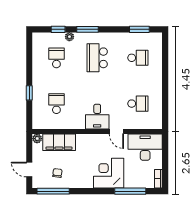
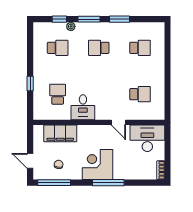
window: (139, 29) -> (119, 19), moved
school desk: (56, 58) -> (58, 48), turned 90
school desk: (97, 58) -> (99, 48), width x0.54
desk: (97, 117) -> (83, 107), moved
plant: (37, 139) -> (38, 129), removed
corner desk: (109, 173) -> (97, 165), moved
window: (130, 191) -> (108, 183), moved

